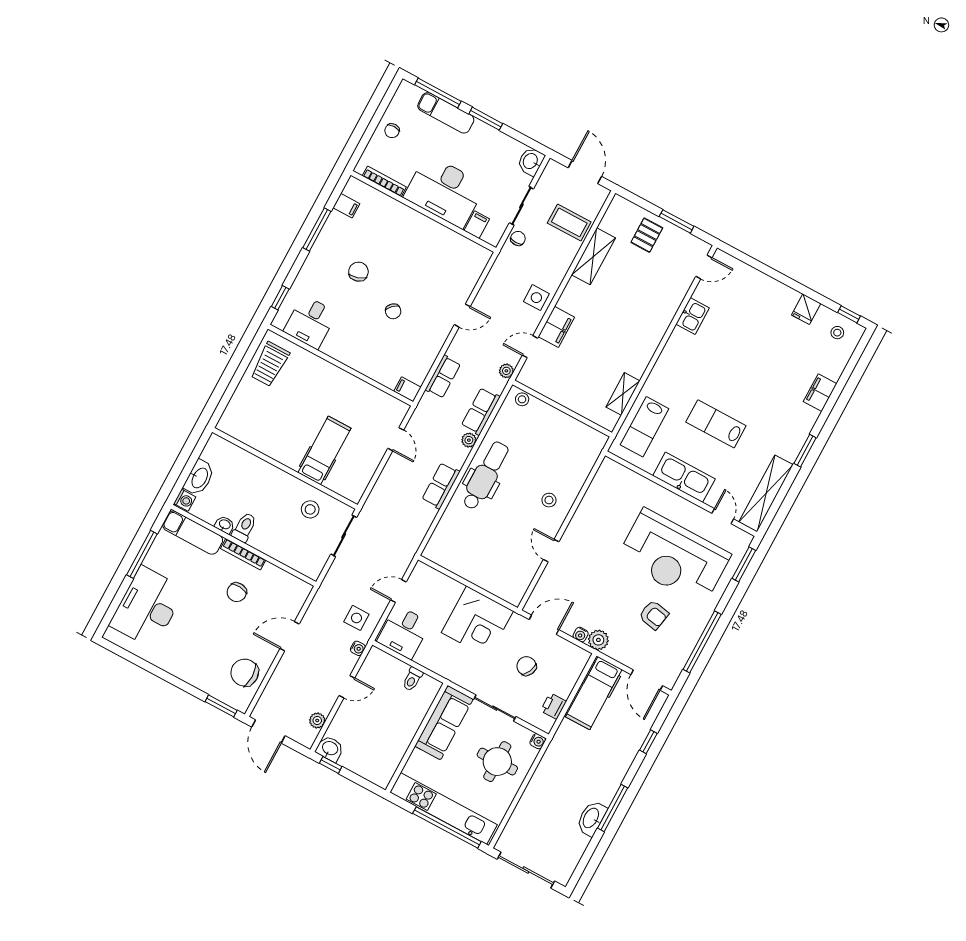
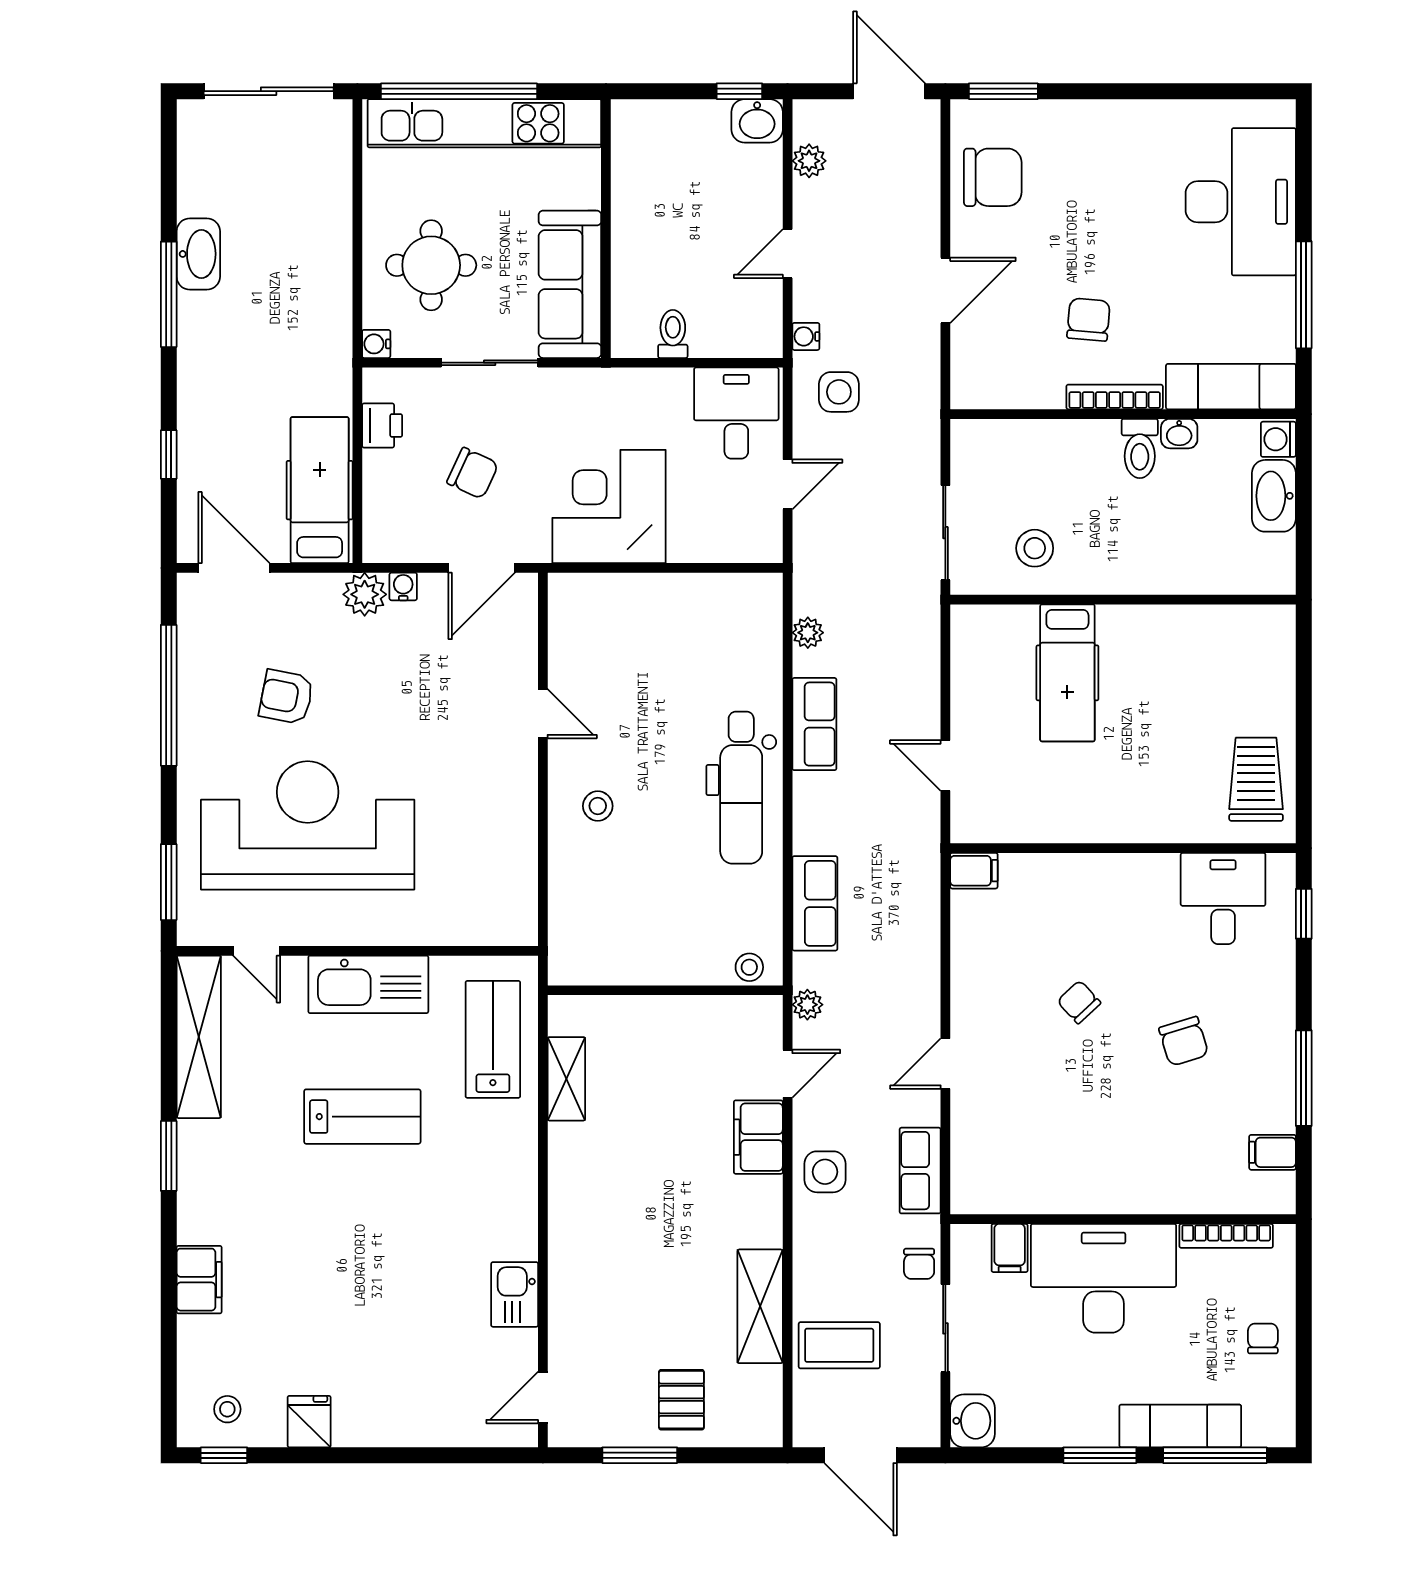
row of seats: (443, 377) -> (920, 1171), moved
plant: (469, 440) -> (808, 633), moved

